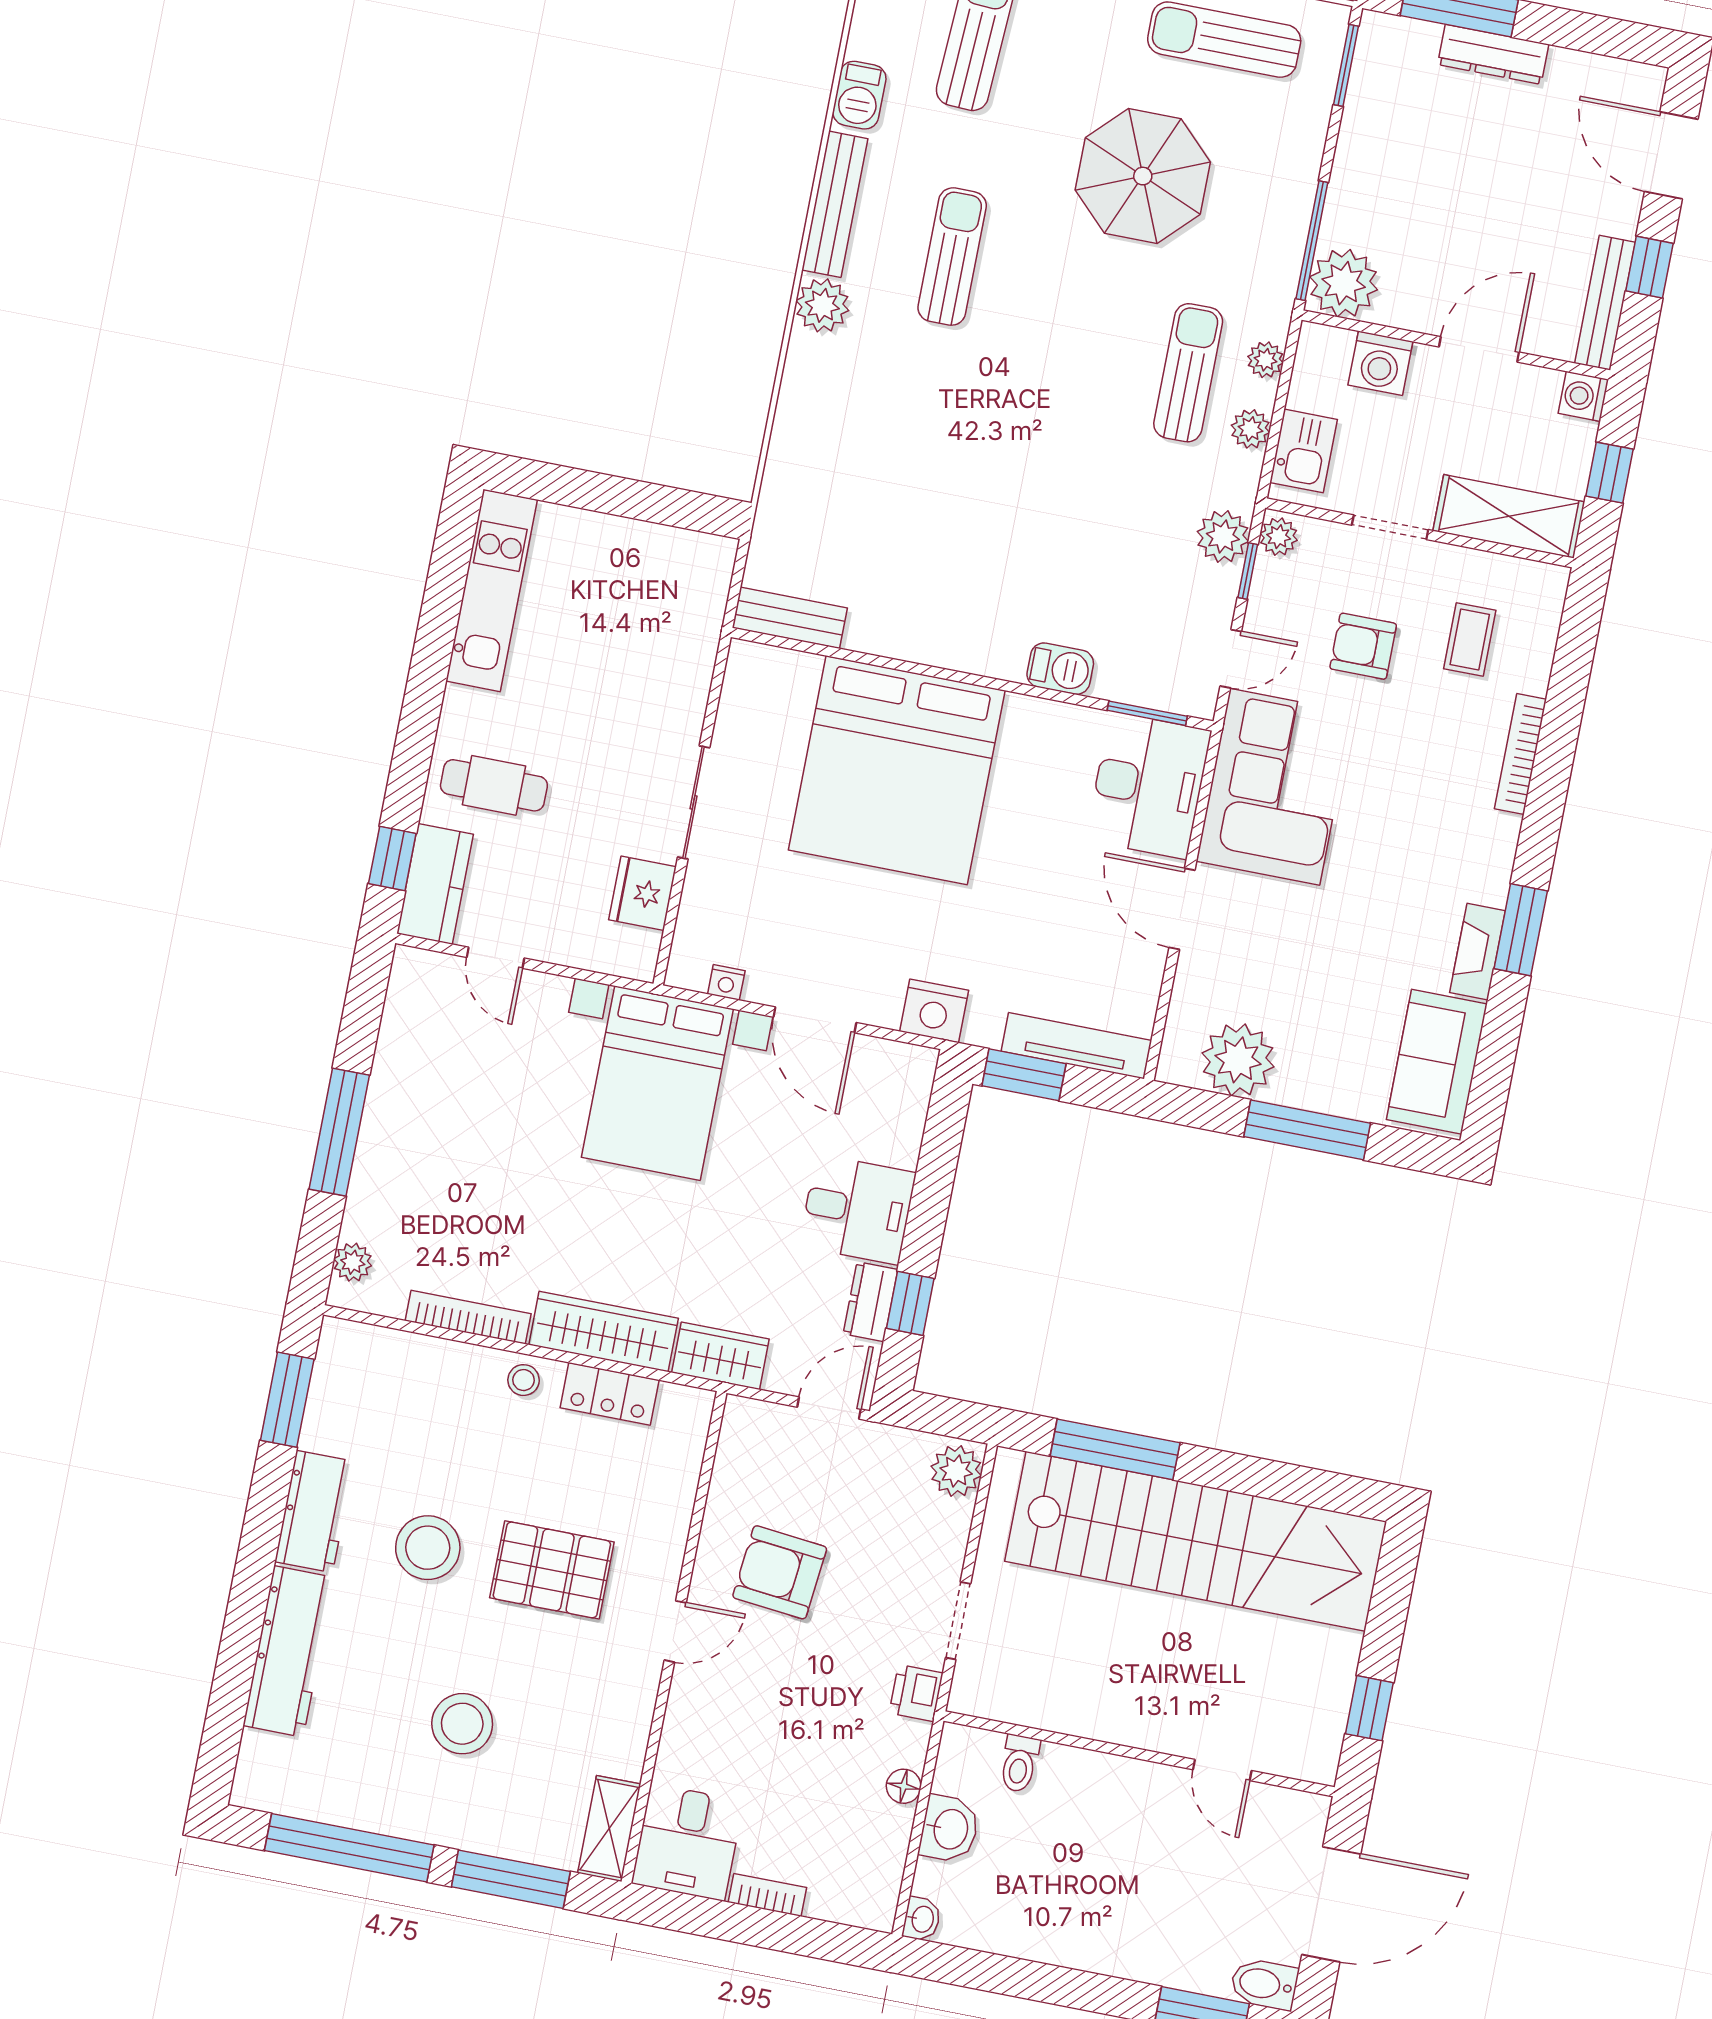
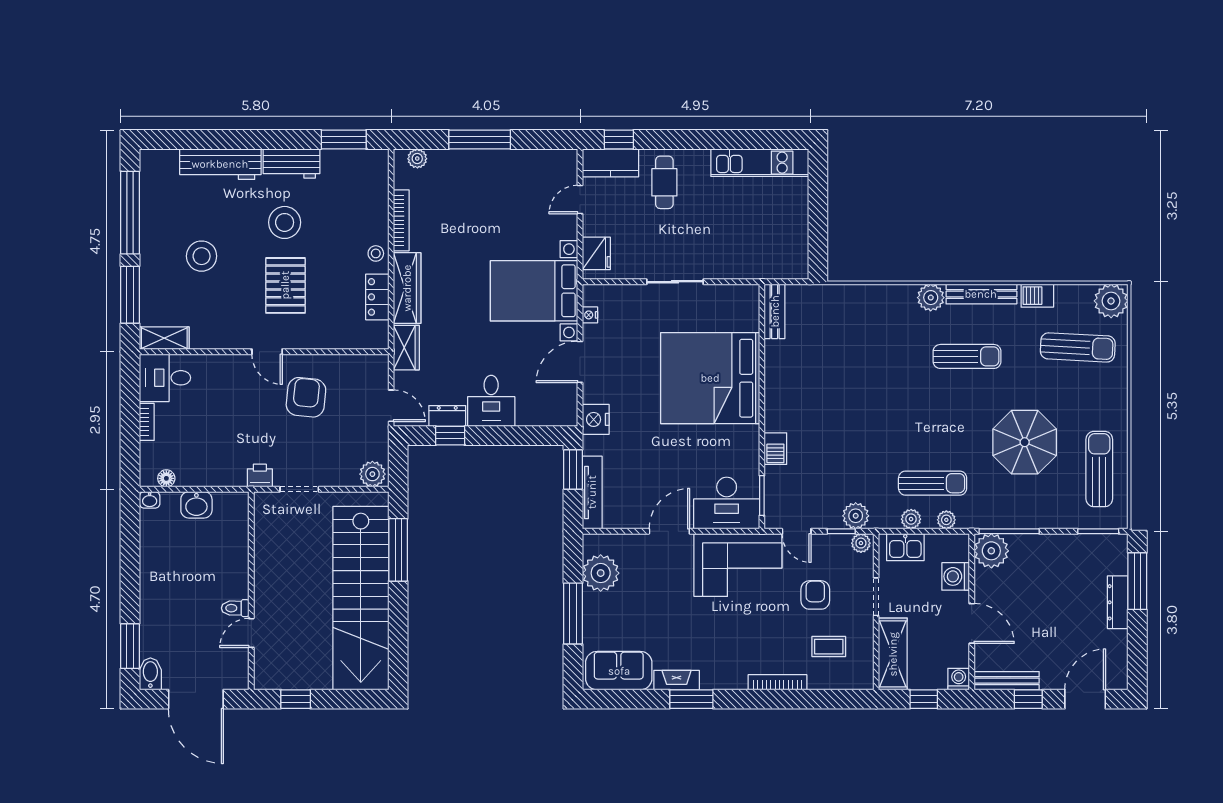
fridge: (643, 893) -> (596, 253), moved, turned 90
toilet: (1019, 1763) -> (235, 608), moved
floor lamp: (904, 1786) -> (166, 478), moved

